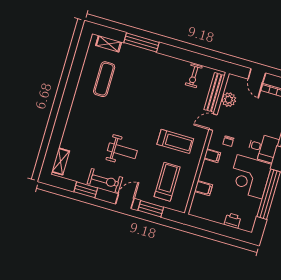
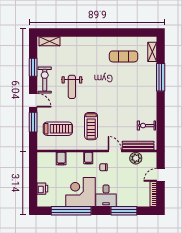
exercise bike: (105, 181) -> (45, 80), turned 180

